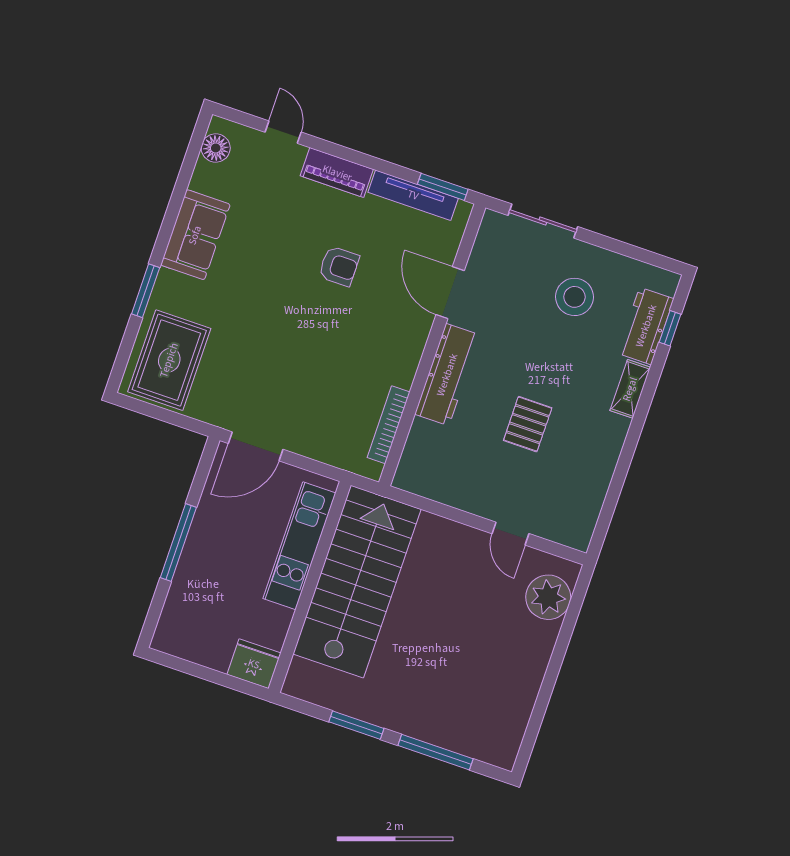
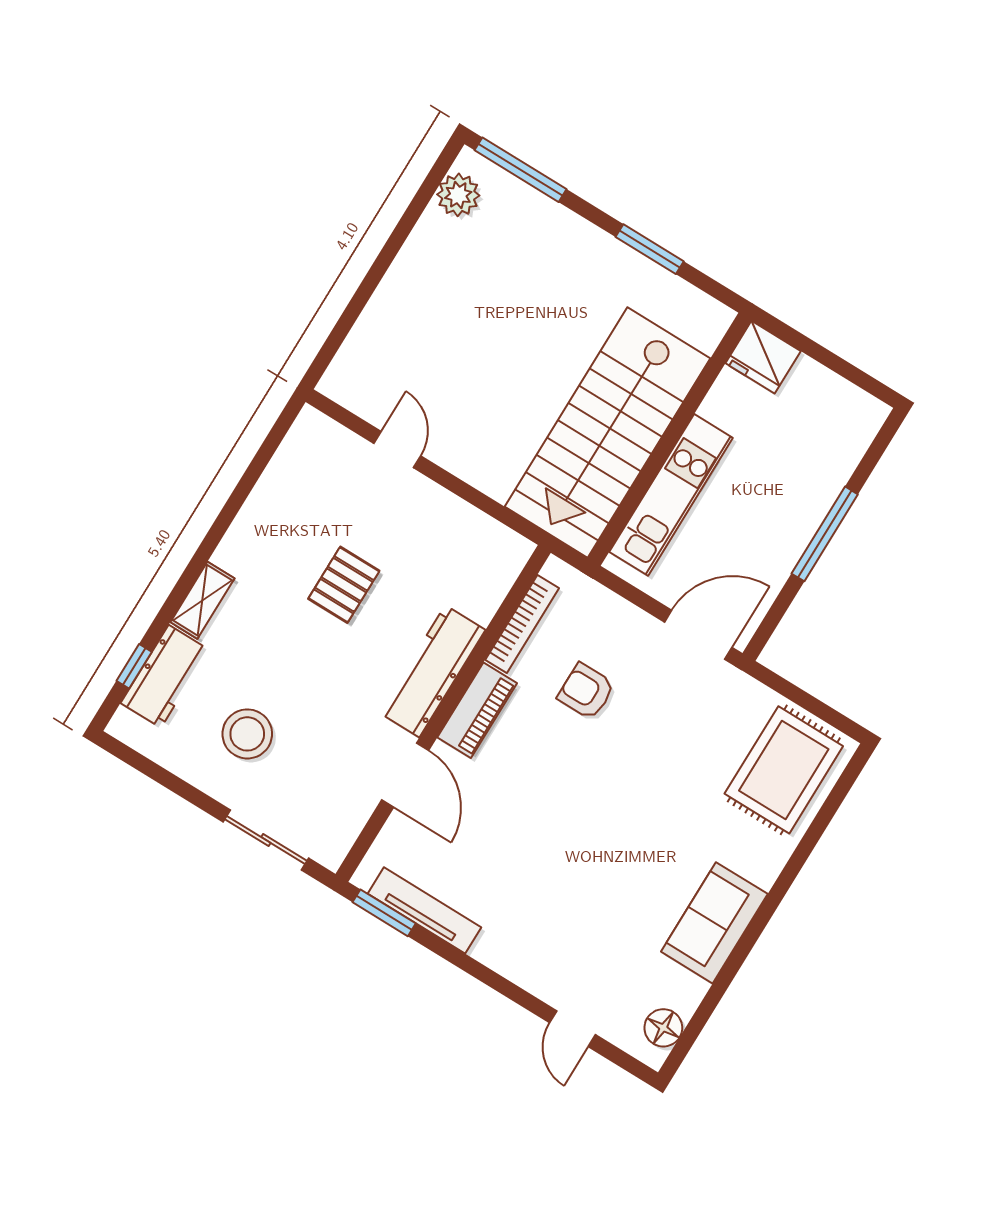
piano: (337, 173) -> (477, 710), moved, turned 90
armchair: (339, 266) -> (586, 691), moved
window: (146, 291) -> (794, 866), removed
plant: (548, 597) -> (458, 195), moved, width x0.73, depth x0.73
window: (436, 752) -> (521, 170), moved

